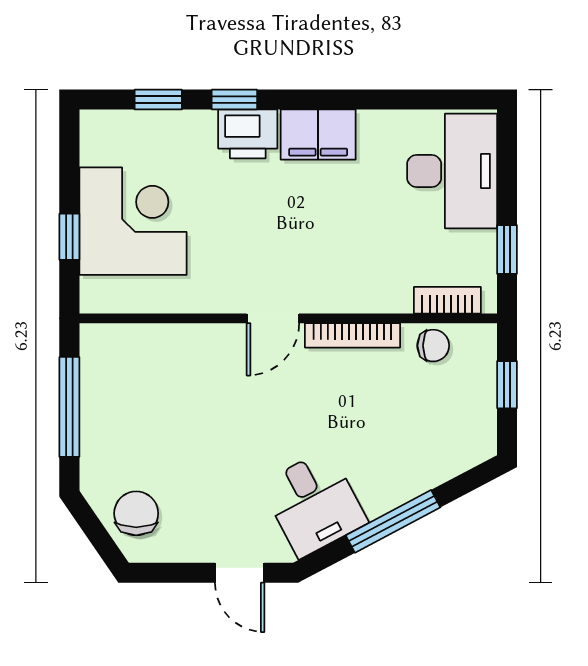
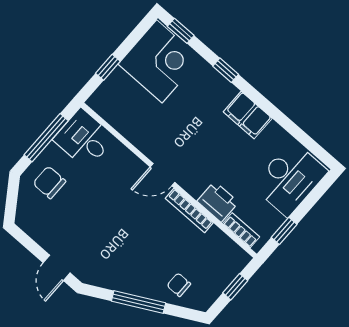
window: (158, 100) -> (181, 31), moved
printer: (248, 134) -> (218, 202), moved, turned 180
corner desk: (133, 221) -> (159, 61), moved
chair: (433, 346) -> (179, 285), moved, turned 180
desk: (314, 503) -> (84, 139), moved, turned 118
chair: (136, 513) -> (49, 182), moved, turned -90

